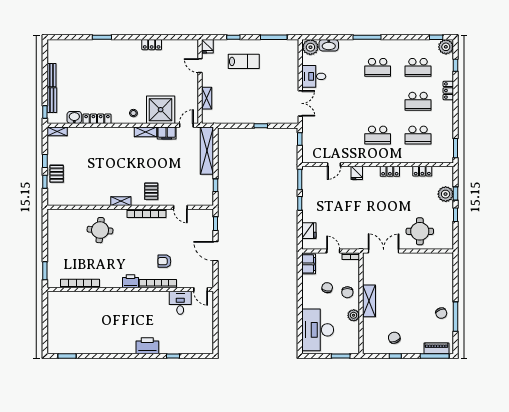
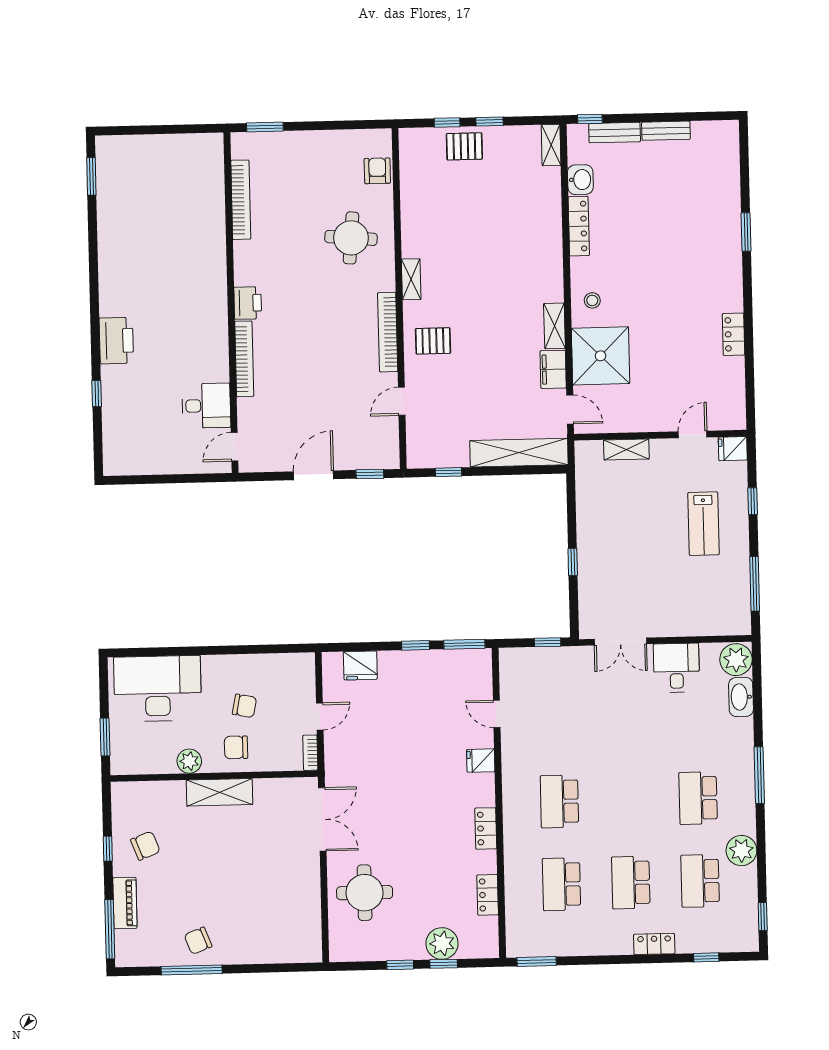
plant: (446, 47) -> (741, 851), moved
armchair: (164, 261) -> (377, 171), moved
filing cabinet: (309, 264) -> (292, 667), removed
piano: (436, 348) -> (125, 903), moved

